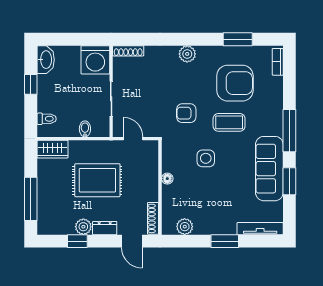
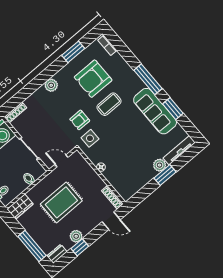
armchair: (235, 83) -> (93, 79), turned 180
side table: (206, 158) -> (90, 138), moved
plant: (185, 227) -> (160, 165), moved
dresser: (105, 228) -> (57, 254), moved

